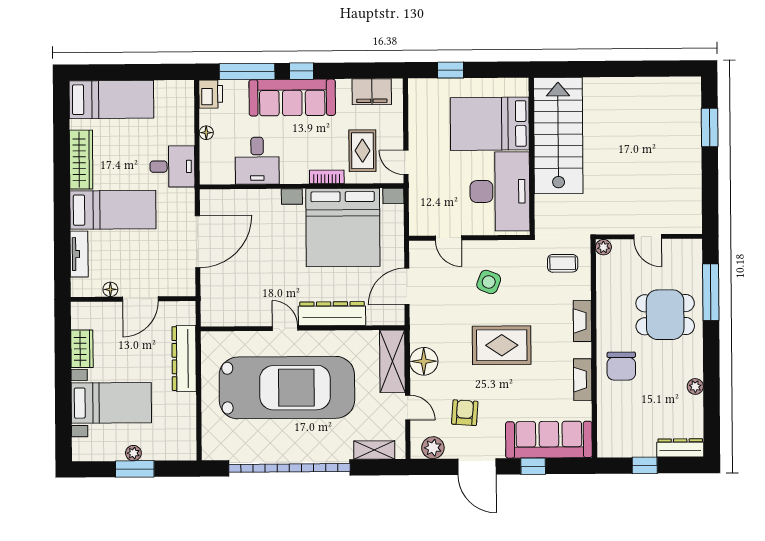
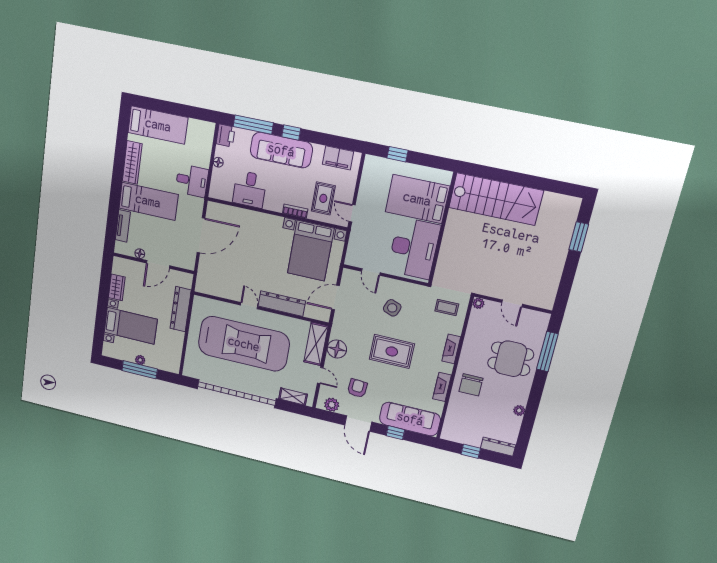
stairs: (558, 136) -> (496, 199), moved, turned 90
bed with nightstands: (343, 228) -> (311, 251), width x0.73
window: (135, 469) -> (140, 370), width x1.44

